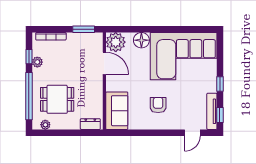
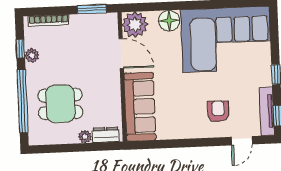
armchair: (158, 105) -> (218, 111), moved
sofa: (117, 111) -> (140, 107), width x1.36
plant: (45, 125) -> (85, 137), moved

